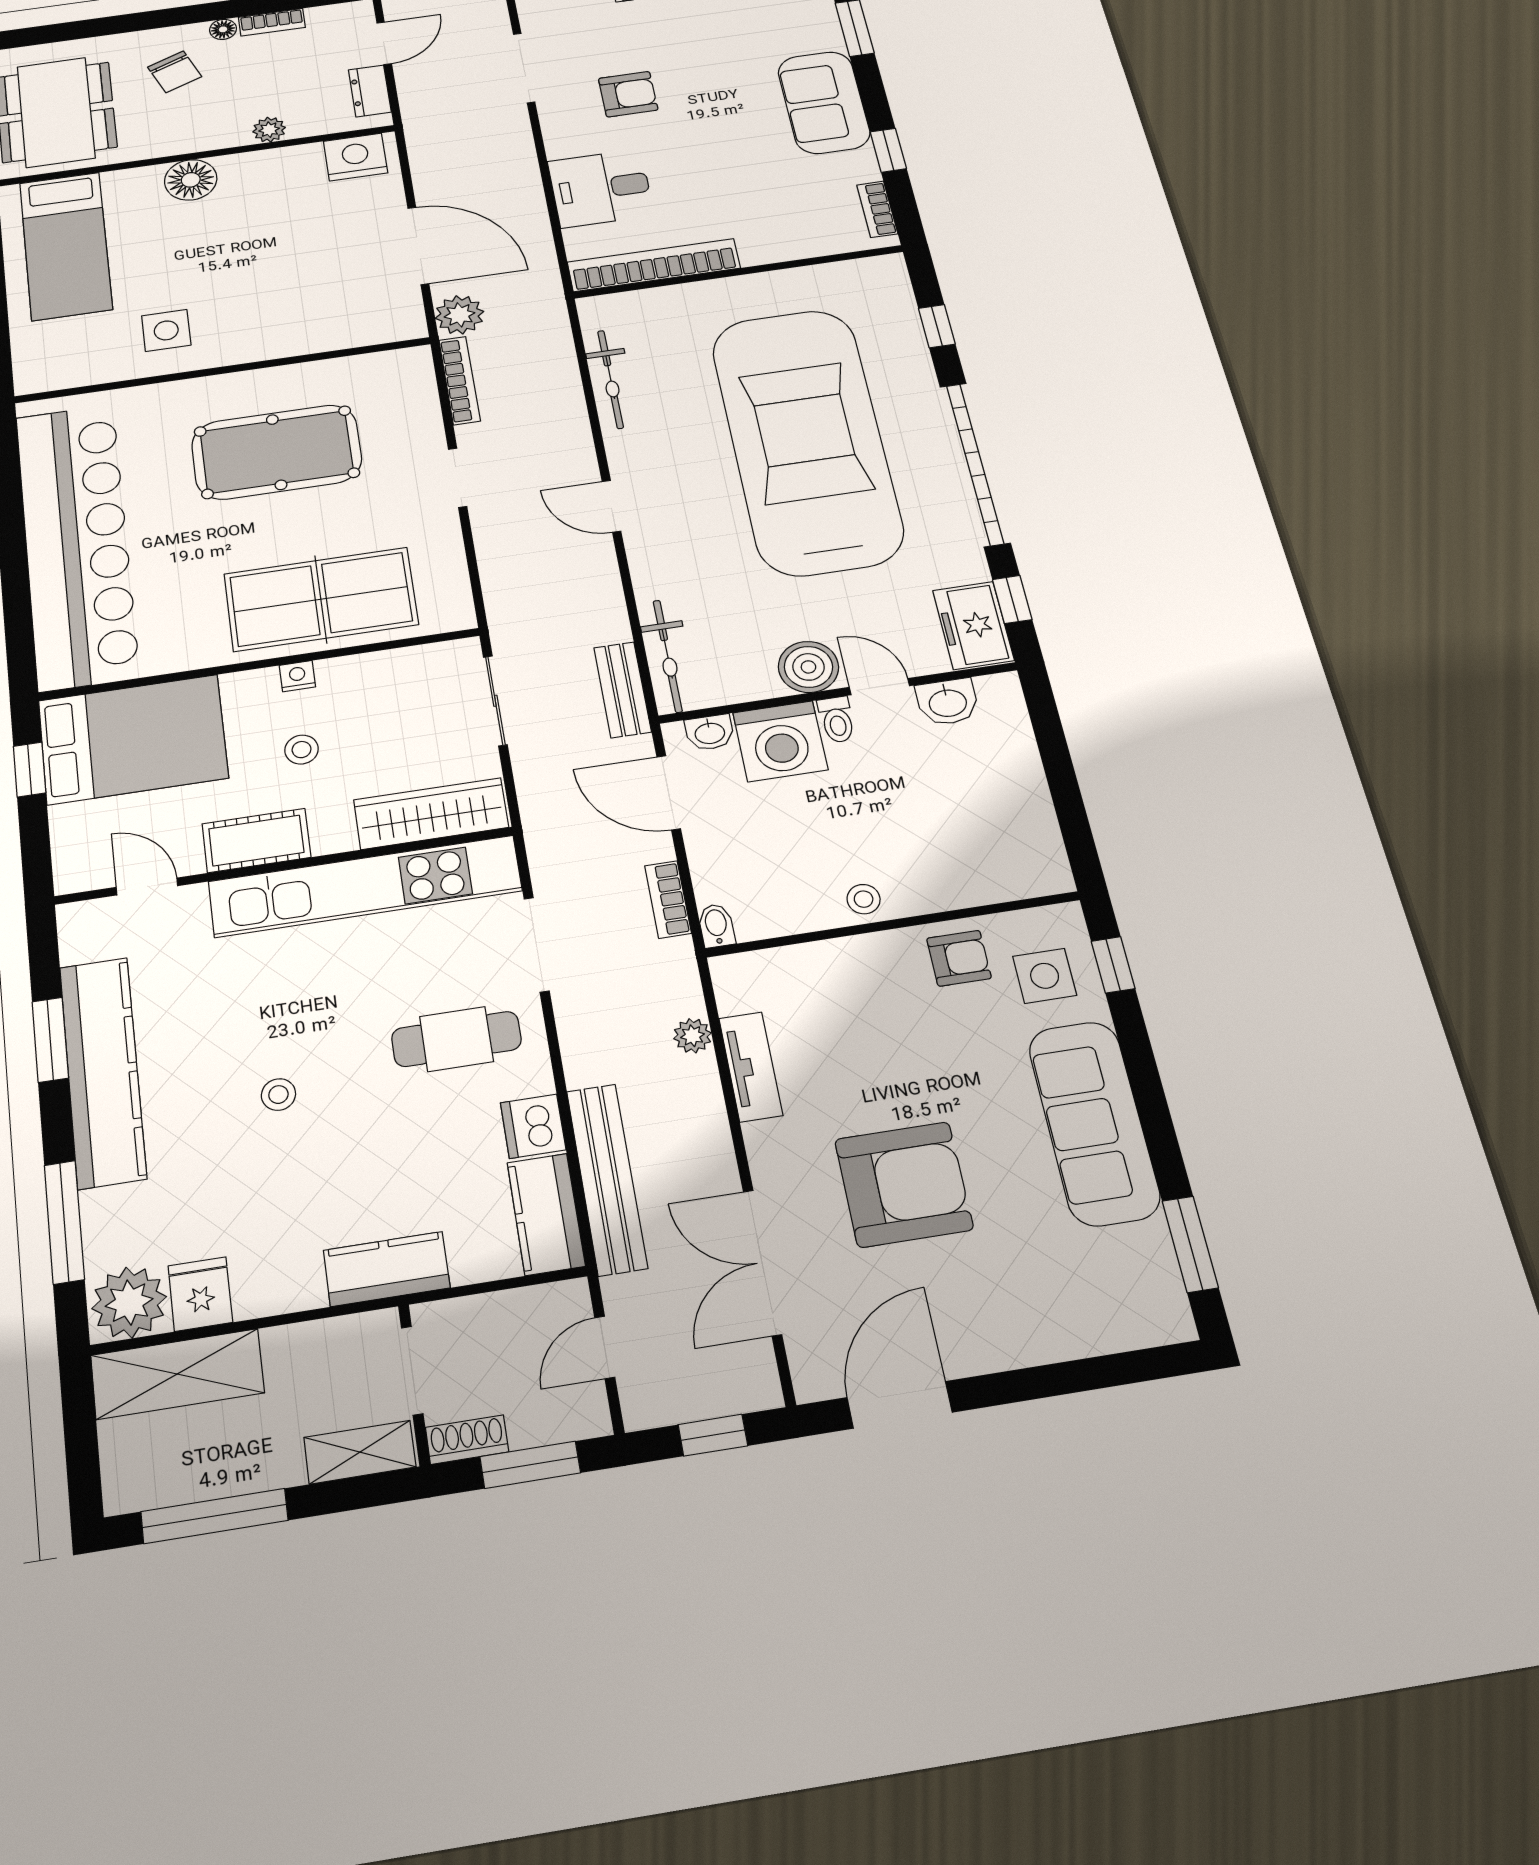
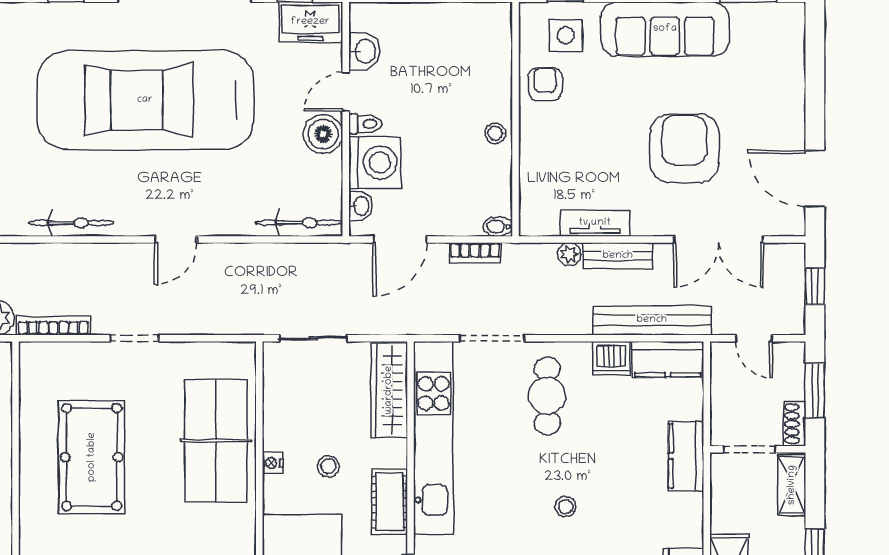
bench: (622, 690) -> (618, 256), moved

